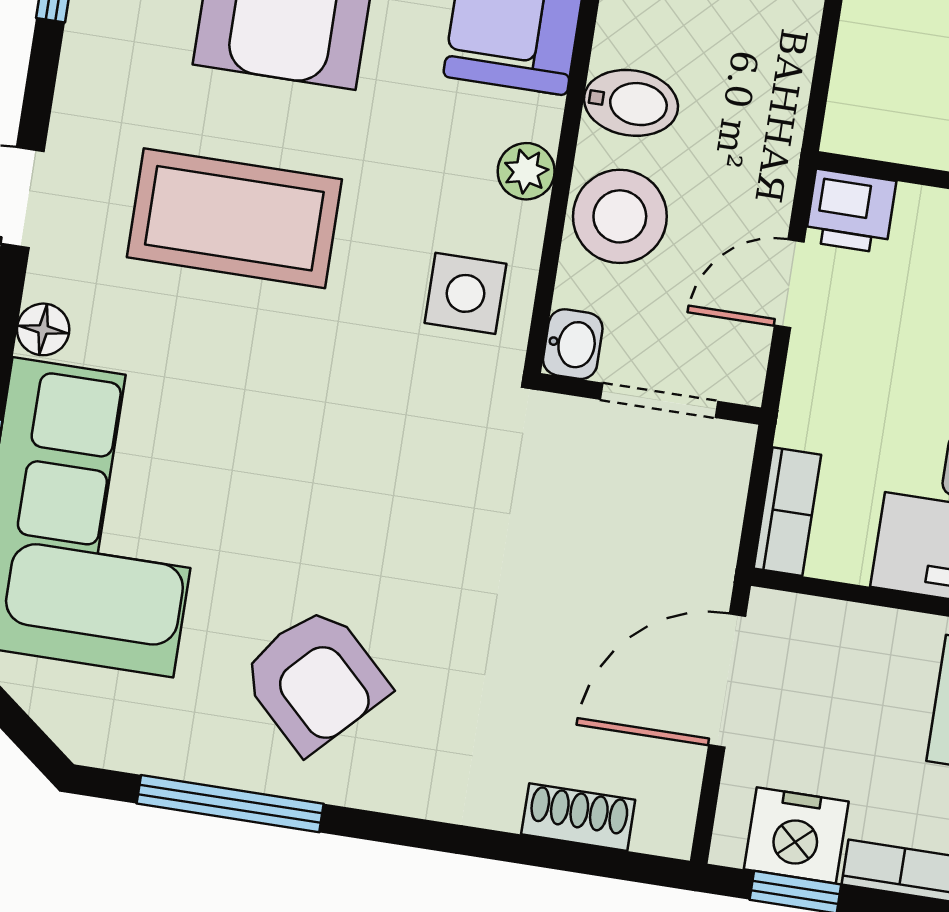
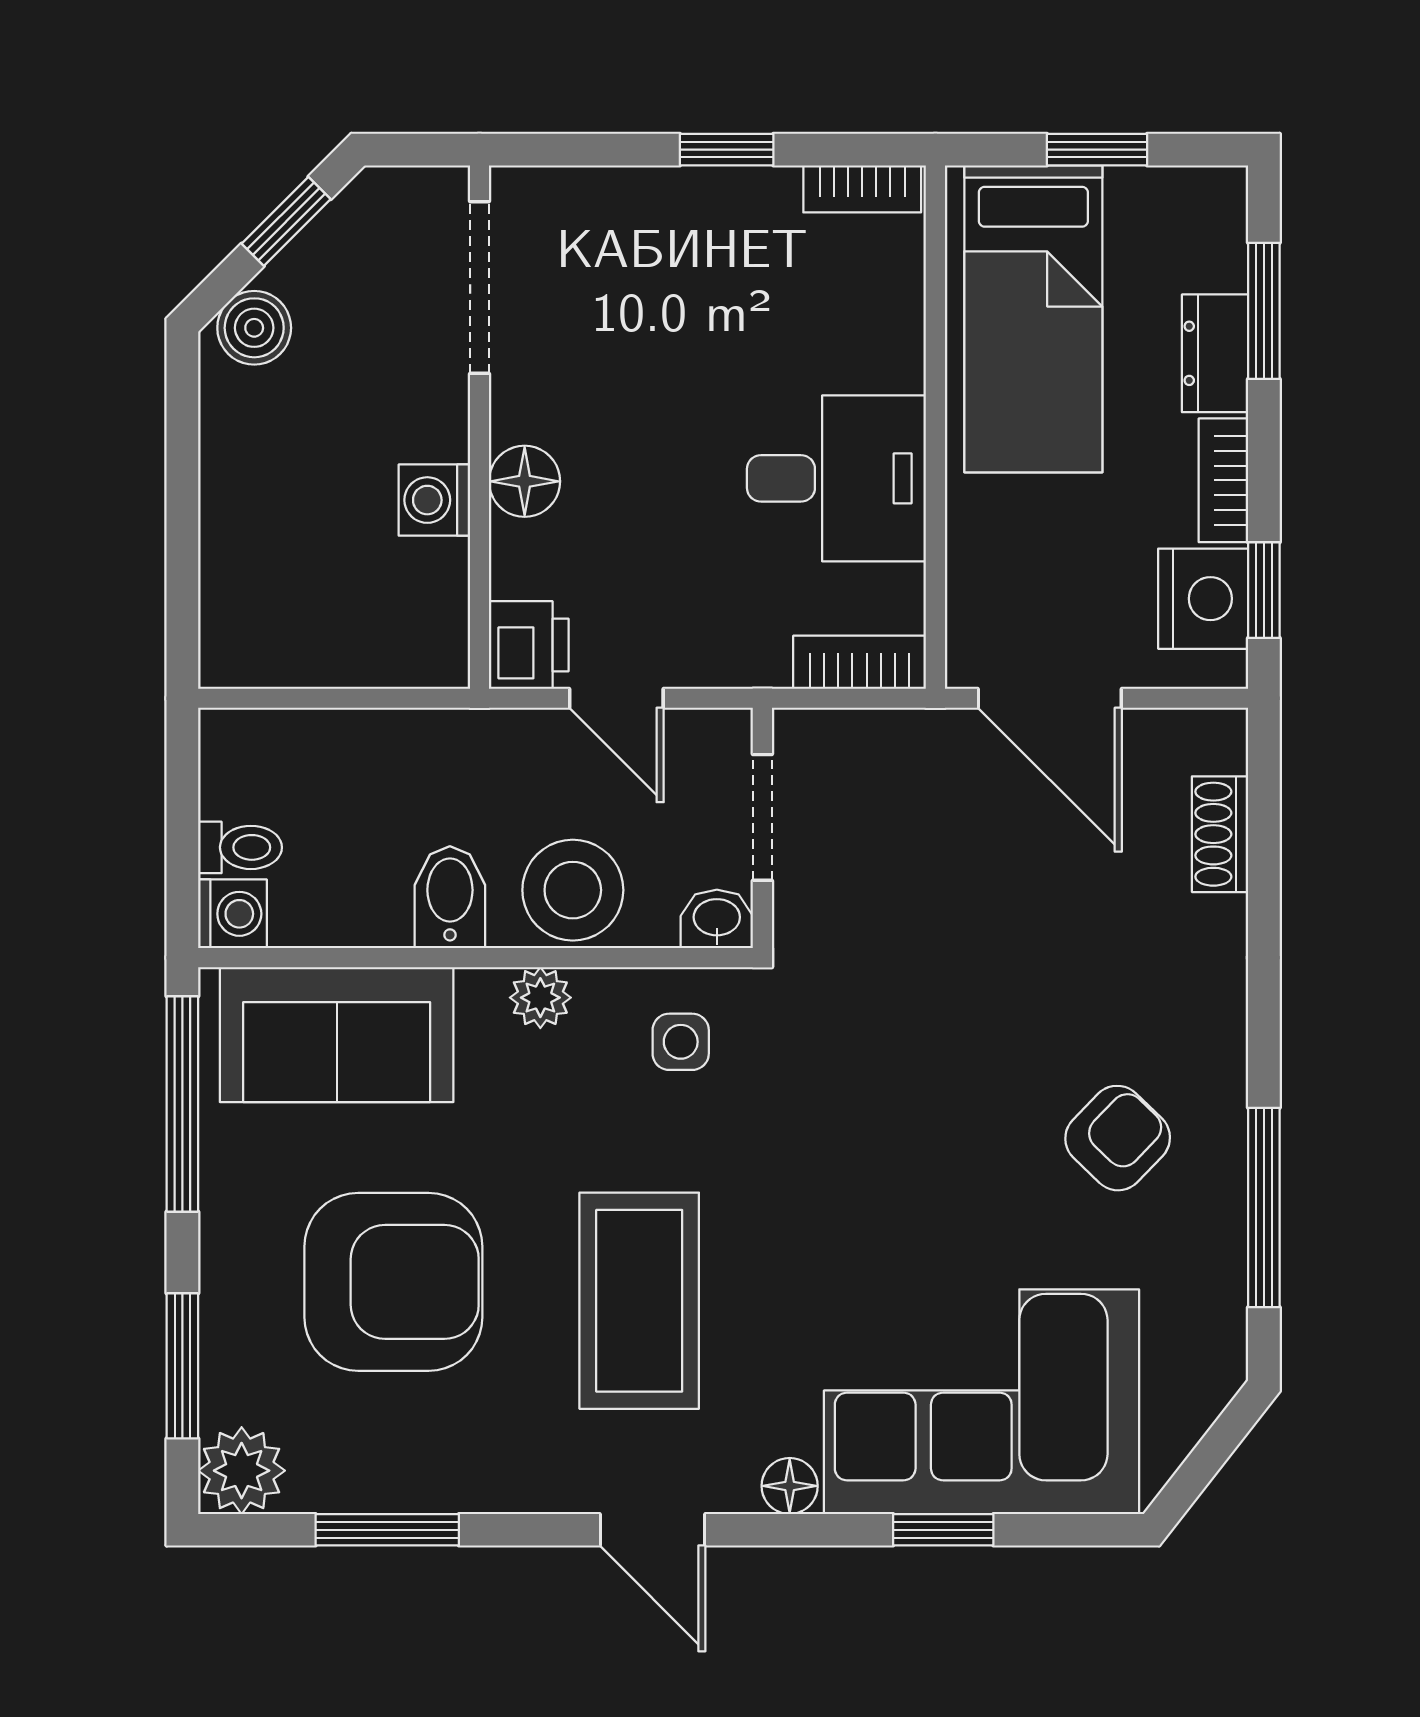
side table: (465, 293) -> (681, 1042), width x0.73, depth x0.73
armchair: (315, 680) -> (1118, 1138), width x0.72, depth x0.72

